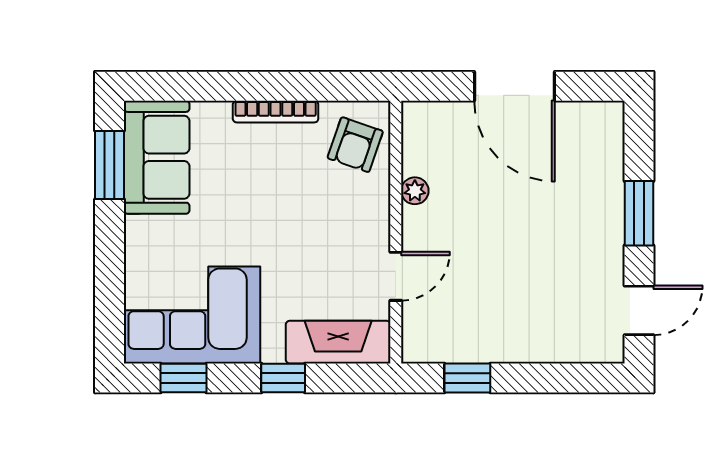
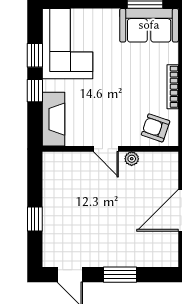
door: (396, 276) -> (106, 149), moved
window: (184, 378) -> (35, 55), moved
window: (467, 378) -> (35, 219), moved

